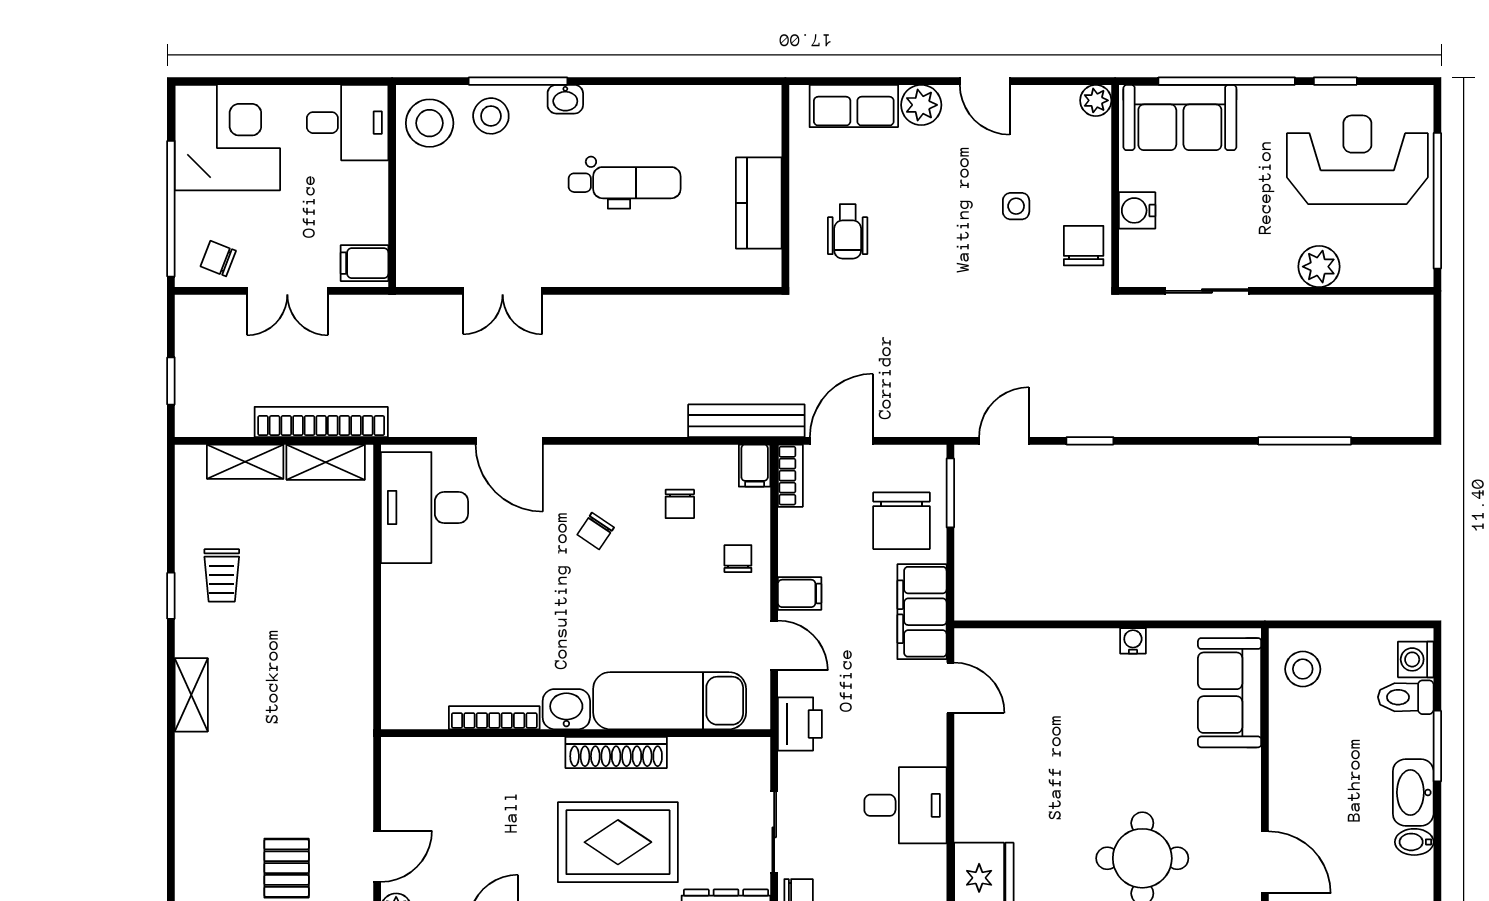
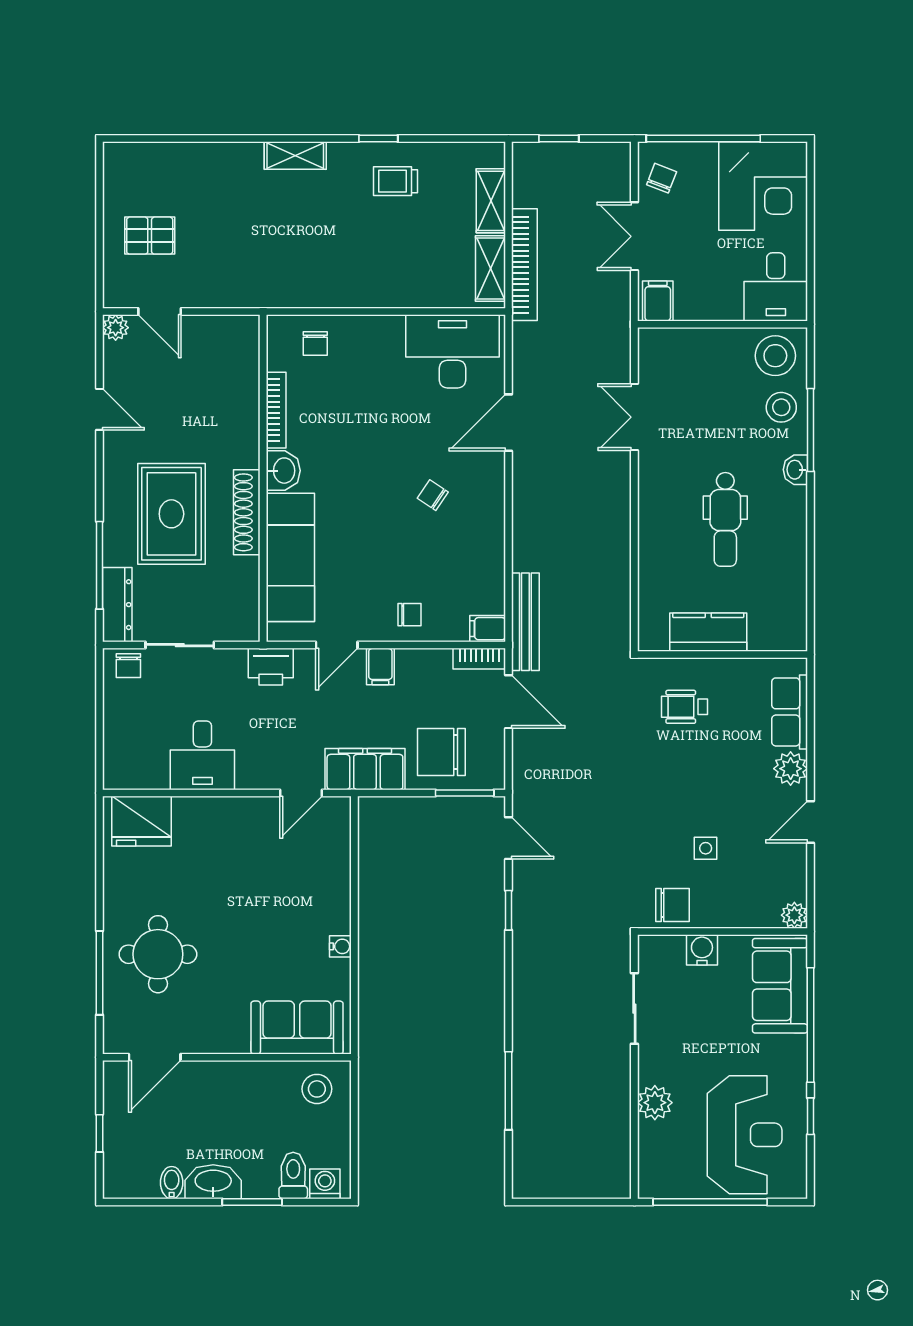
chair: (680, 504) -> (315, 343), moved, turned -90

